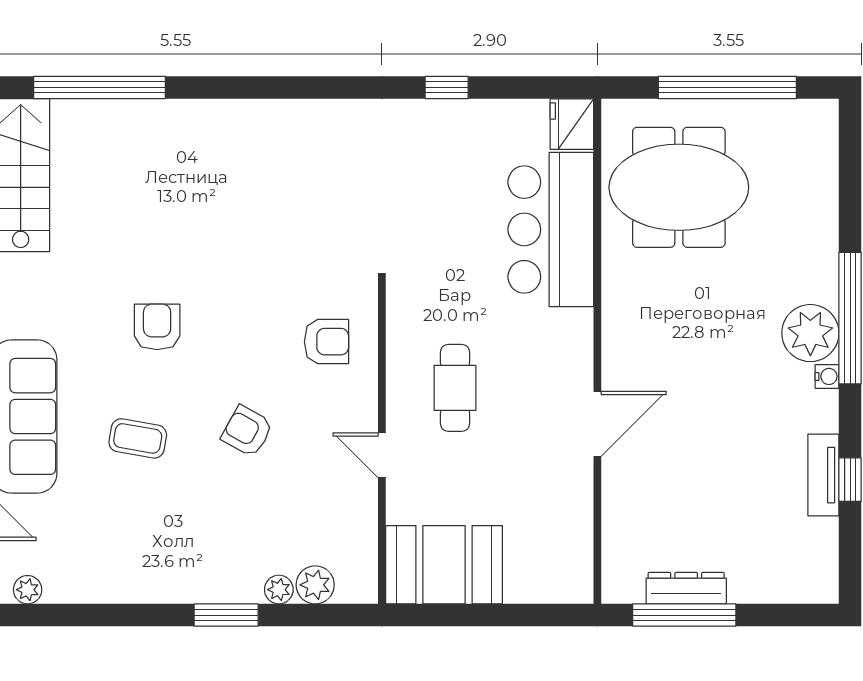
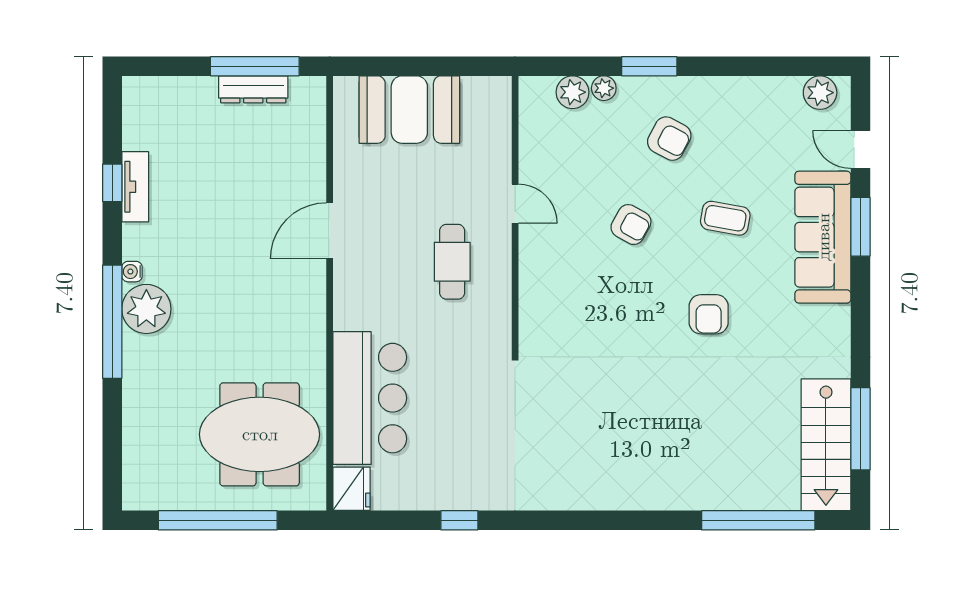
armchair: (326, 342) -> (669, 139), moved, turned -152
booth: (444, 565) -> (409, 110), moved
plant: (28, 590) -> (820, 93), width x1.38, depth x1.38

